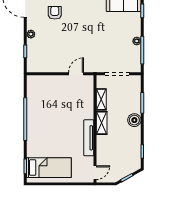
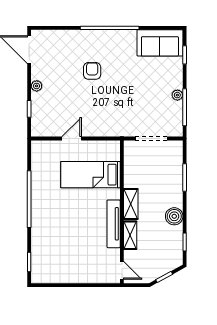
armchair: (55, 13) -> (92, 71), moved
door: (76, 74) -> (72, 139), moved
shelving: (101, 99) -> (130, 235), moved
boiler: (134, 120) -> (174, 216), moved
bed: (49, 168) -> (90, 175), moved, turned 180
door: (95, 173) -> (122, 270), hinge flipped

